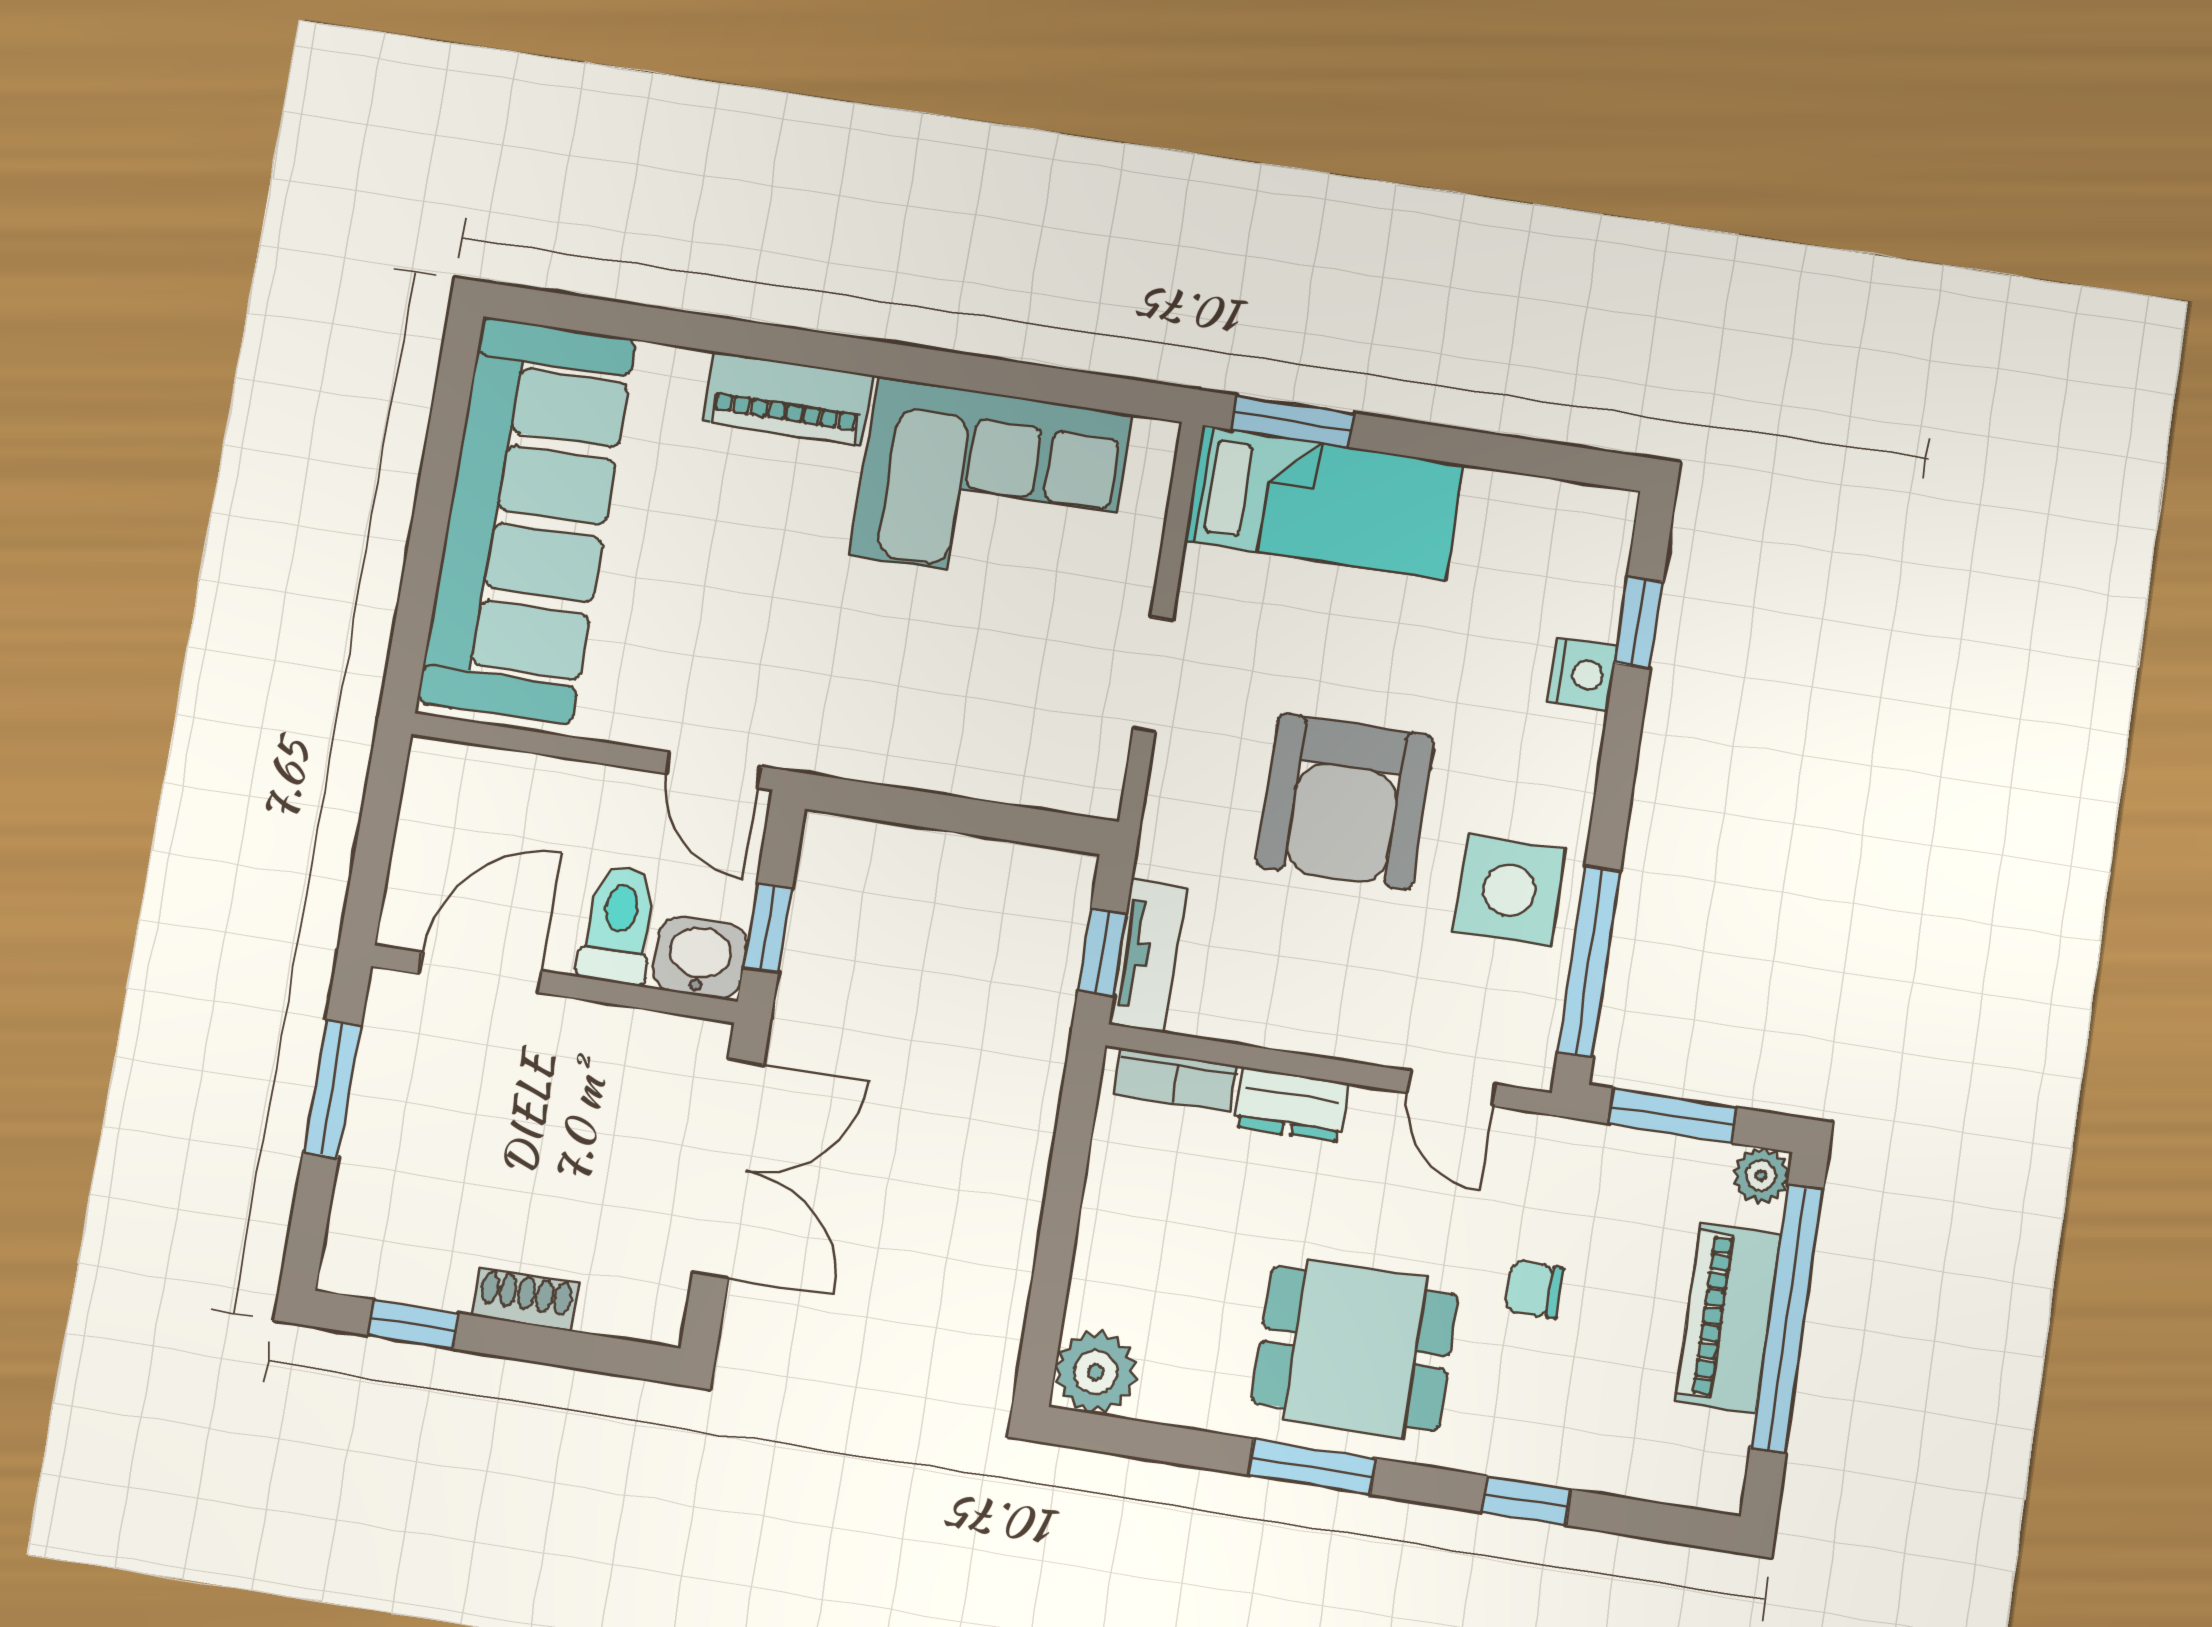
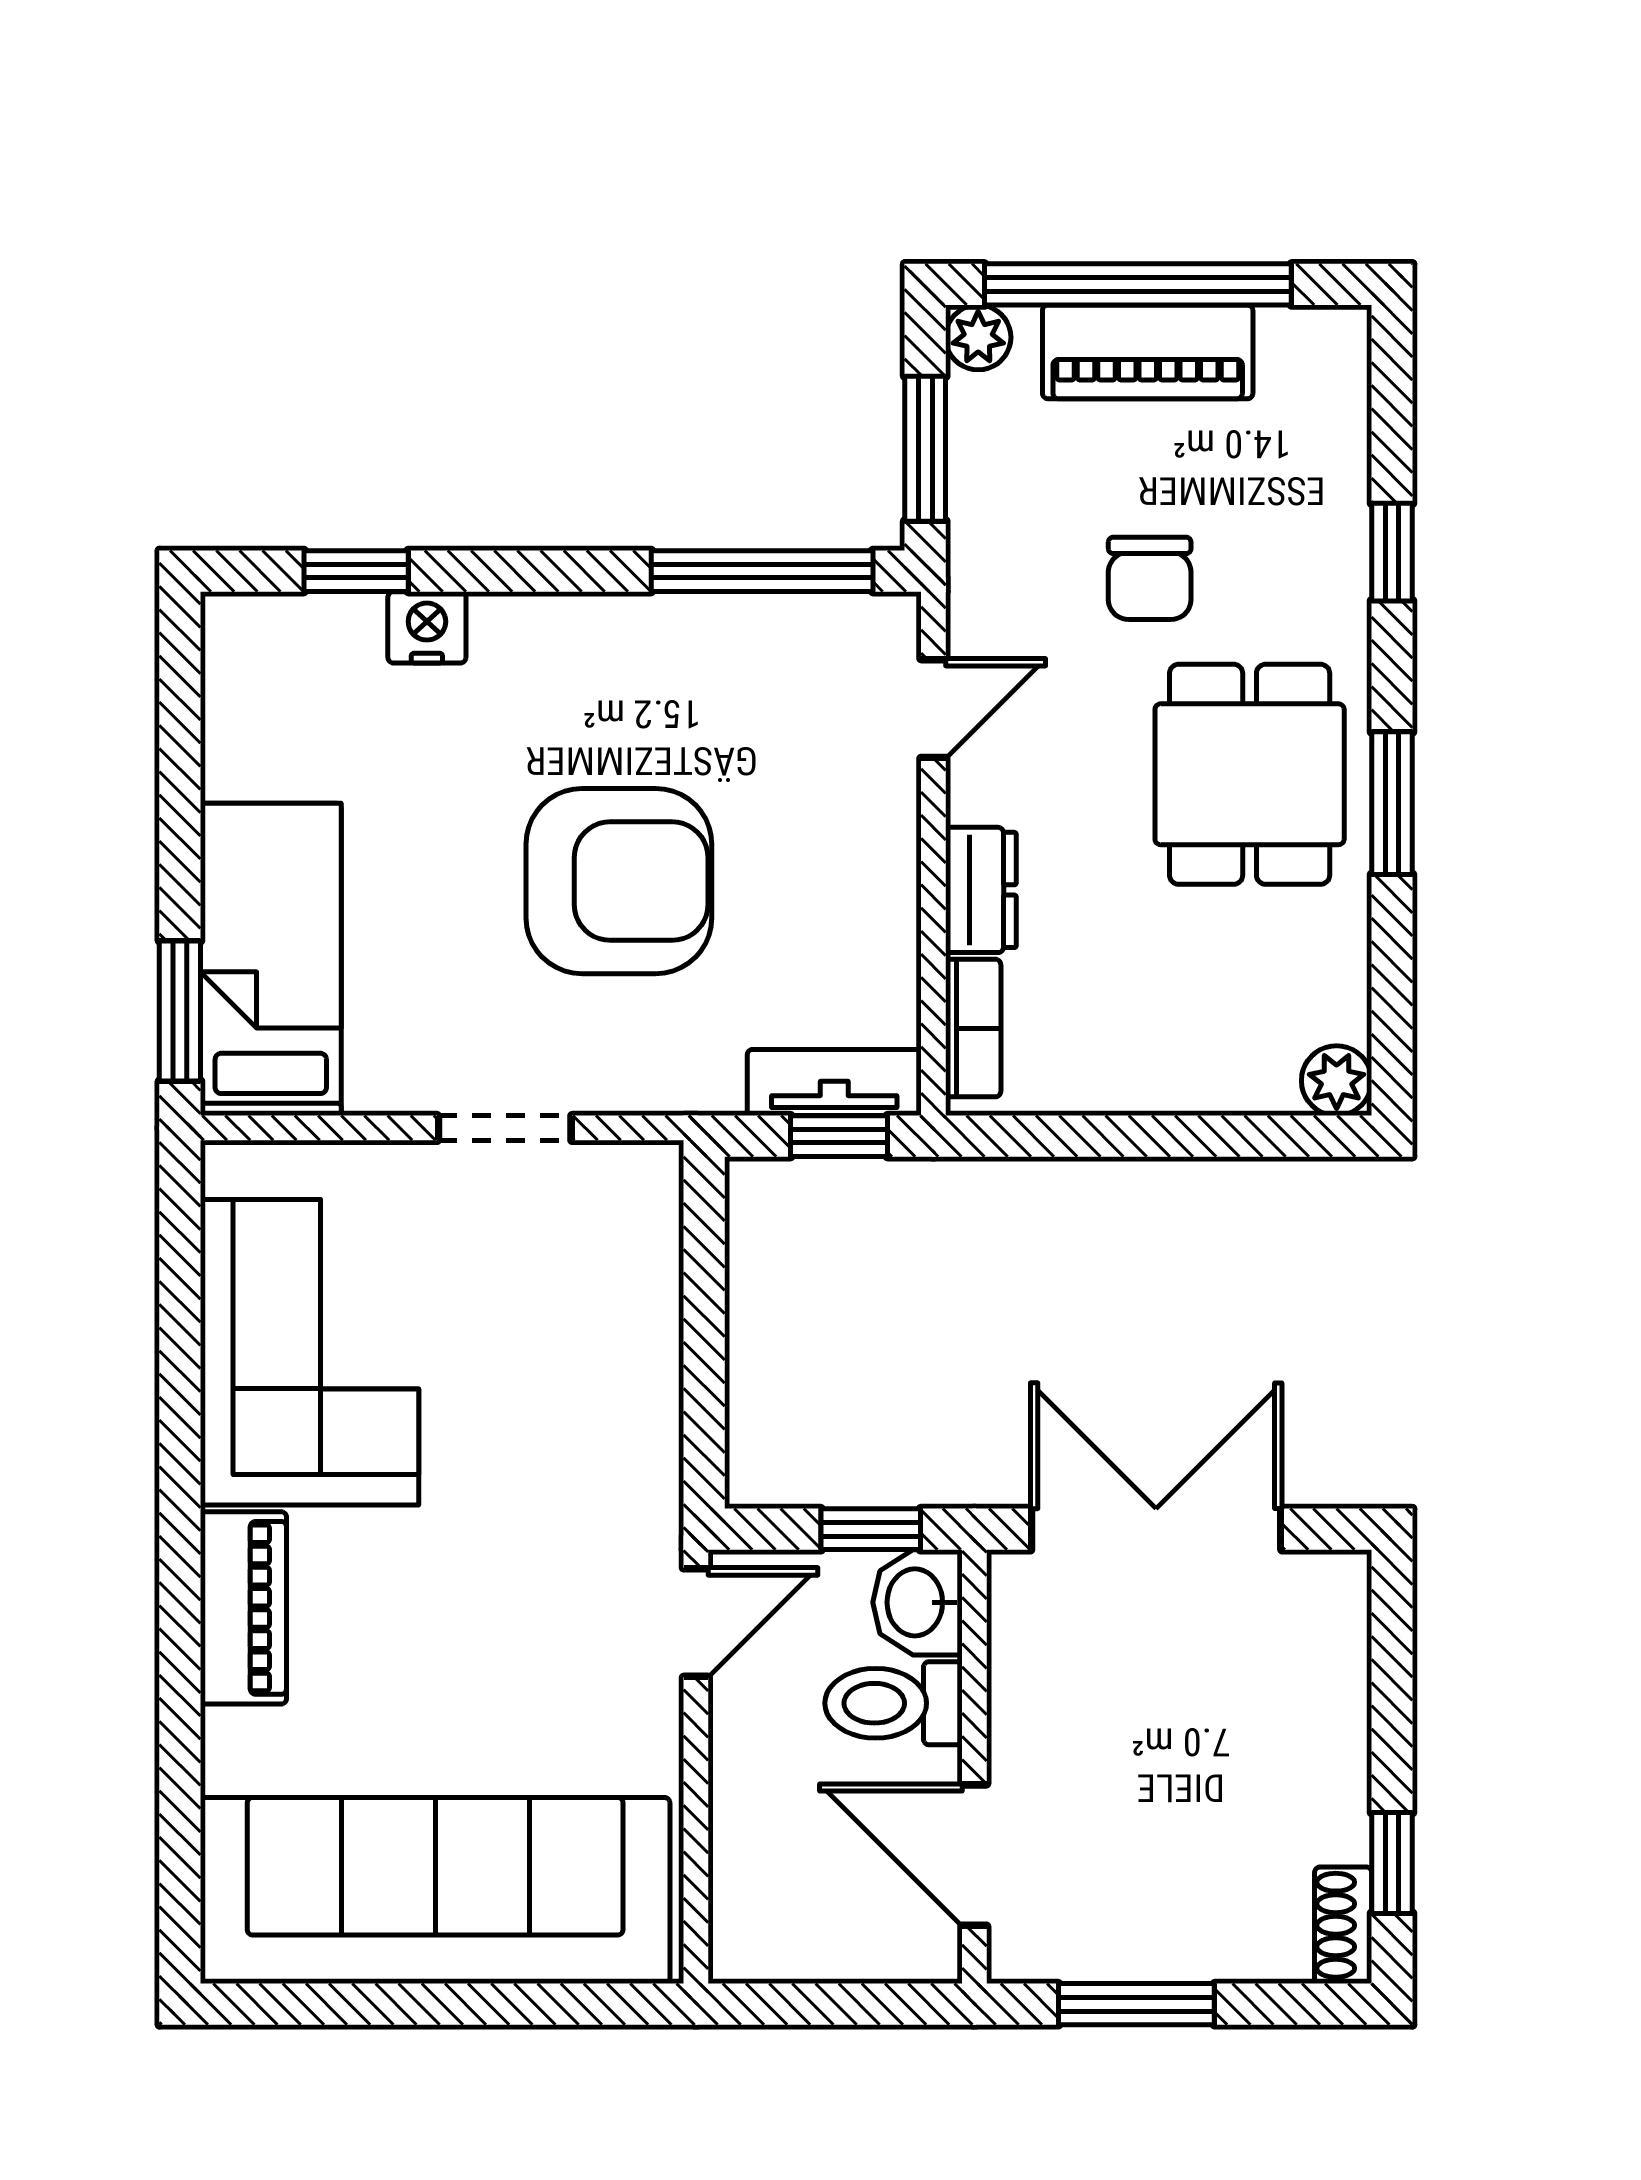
side table: (1509, 890) -> (693, 676), removed
chair: (1534, 1289) -> (1150, 578), width x1.37, depth x1.37
shoe rack: (525, 1299) -> (1343, 1925), moved
plant: (1096, 1372) -> (1337, 1081), width x0.73, depth x0.73

